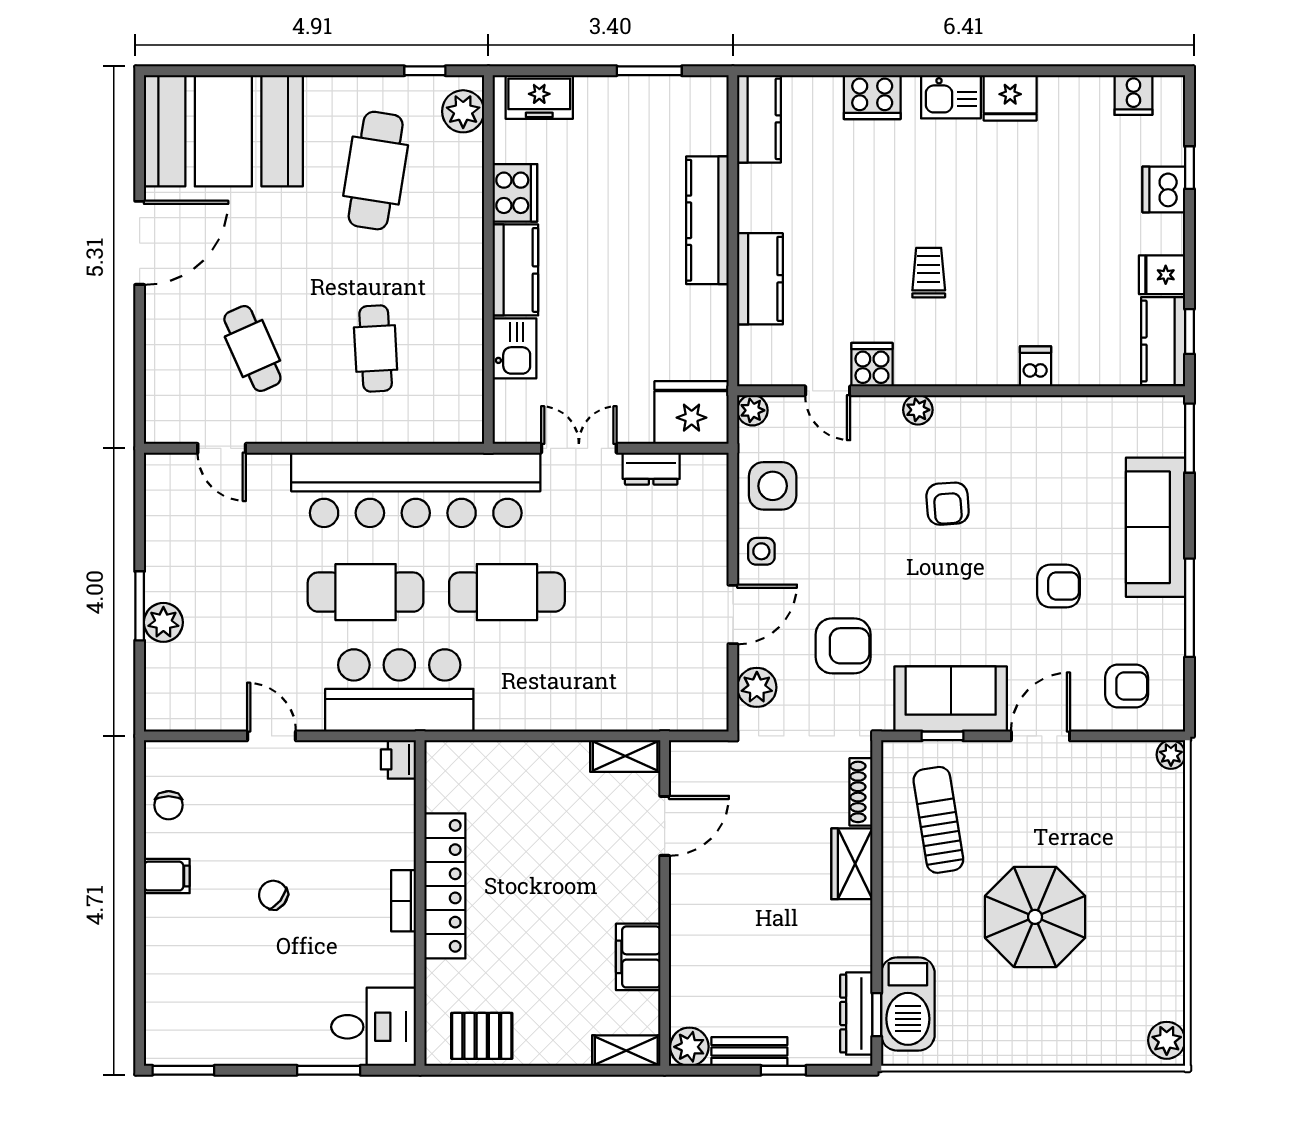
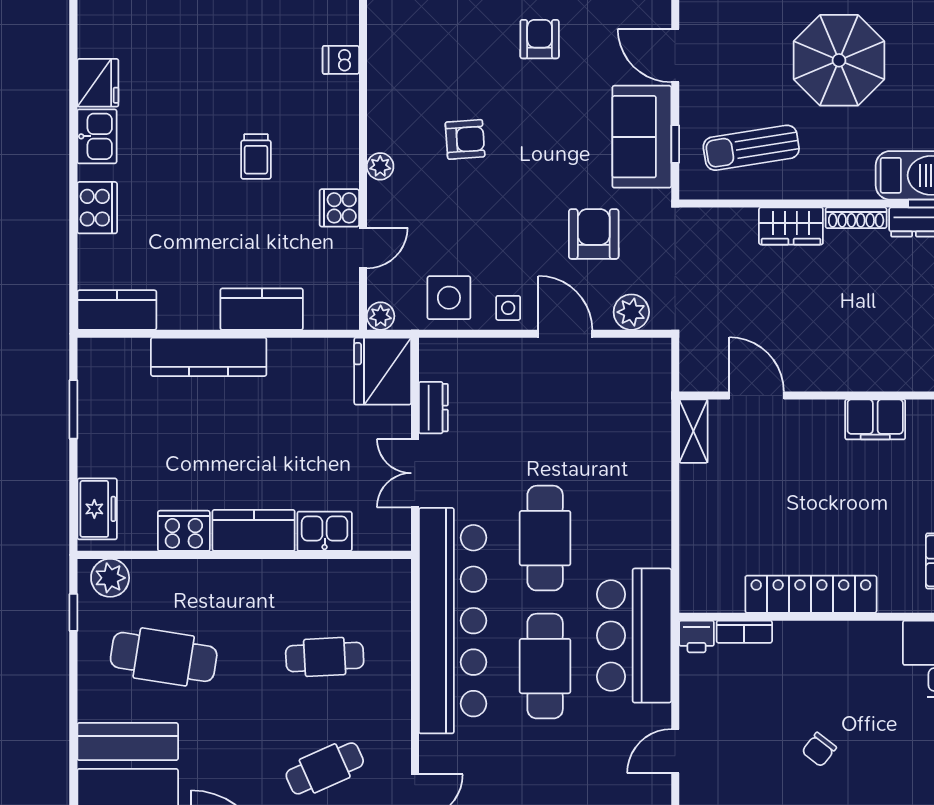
trolley: (929, 273) -> (256, 157), turned -90
shoe rack: (861, 792) -> (856, 218), moved
bookcase: (404, 901) -> (744, 632), moved

